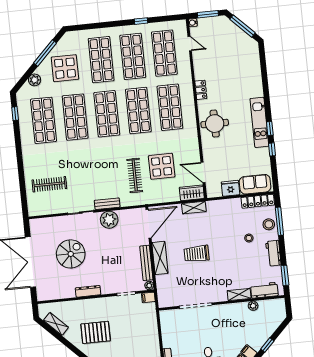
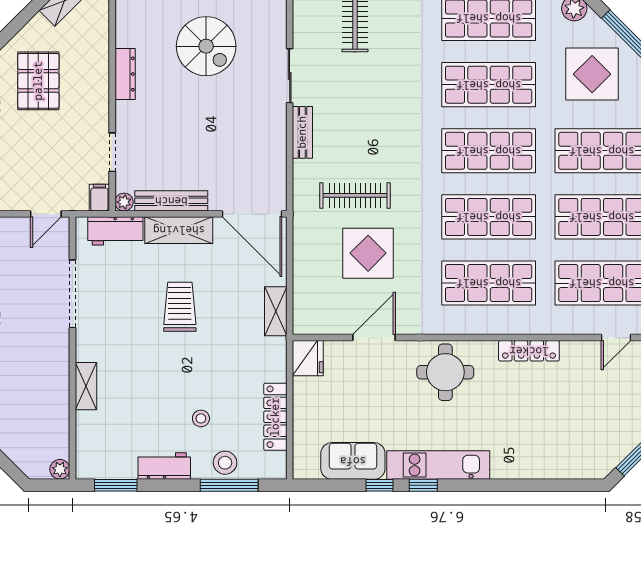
locker: (201, 90) -> (529, 351), width x1.53
door: (203, 172) -> (374, 338), moved
sofa: (255, 184) -> (353, 461), moved, turned -90
fridge: (231, 188) -> (308, 358), moved
wardrobe: (192, 193) -> (307, 310), removed
locker: (258, 201) -> (275, 417), moved
plant: (109, 220) -> (269, 133), removed
workbench: (264, 290) -> (115, 231), moved, turned 90
plant: (253, 306) -> (60, 469), moved
door: (159, 322) -> (46, 214), added

